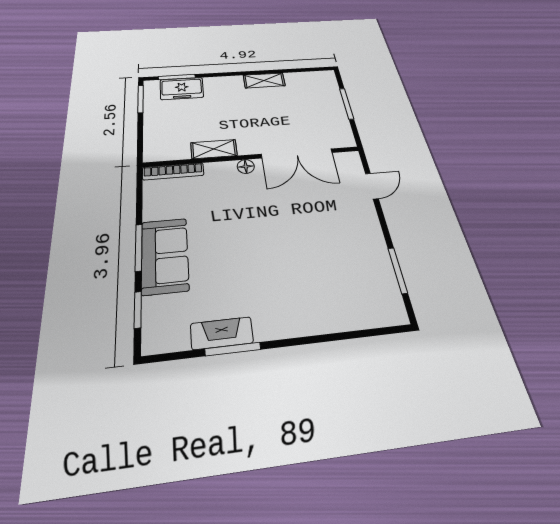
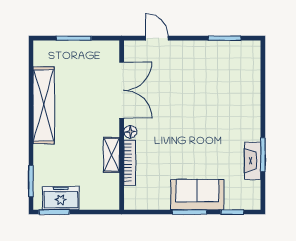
shelving: (264, 80) -> (44, 105), width x2.20, depth x1.33
freezer: (182, 88) -> (61, 198), moved, turned -90
bookcase: (173, 171) -> (130, 162), moved

